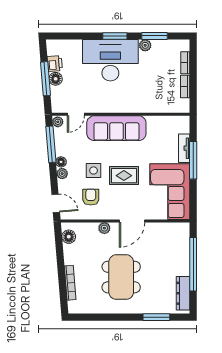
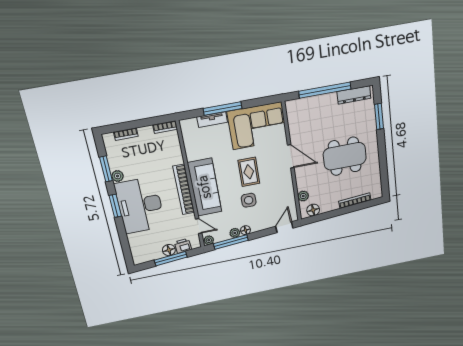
printer: (55, 64) -> (183, 246), moved
bookcase: (185, 86) -> (165, 127), moved
bookcase: (118, 107) -> (184, 189), added
plant: (62, 174) -> (235, 233), moved
armchair: (91, 197) -> (274, 198), removed
plant: (104, 228) -> (303, 196), moved

